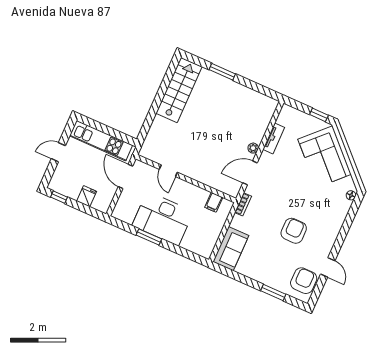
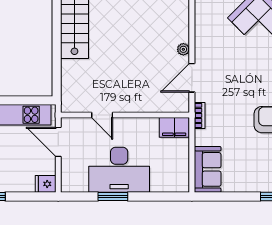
tv unit: (274, 138) -> (201, 29), removed
fridge: (87, 196) -> (46, 184), moved, turned -90
filing cabinet: (214, 202) -> (174, 127), width x2.00

